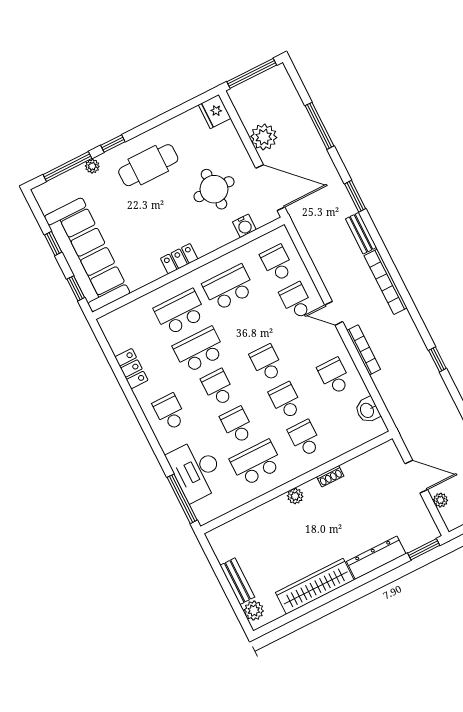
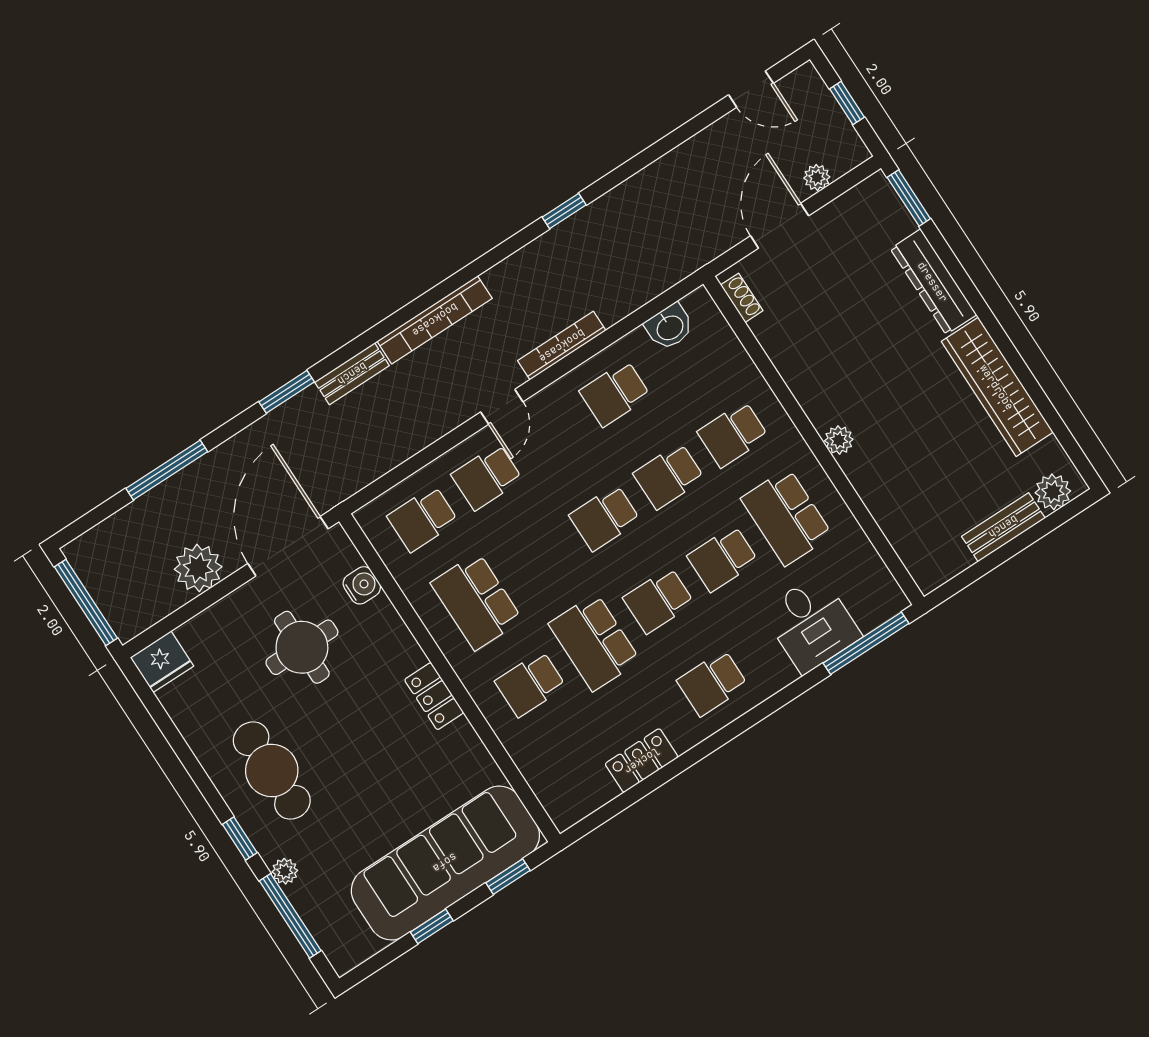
school desk: (180, 312) -> (530, 684), width x0.54
desk: (196, 470) -> (811, 624), width x0.73
shoe rack: (330, 476) -> (742, 298), moved

